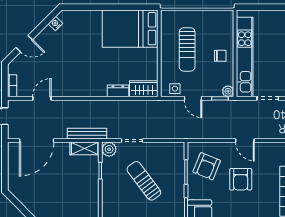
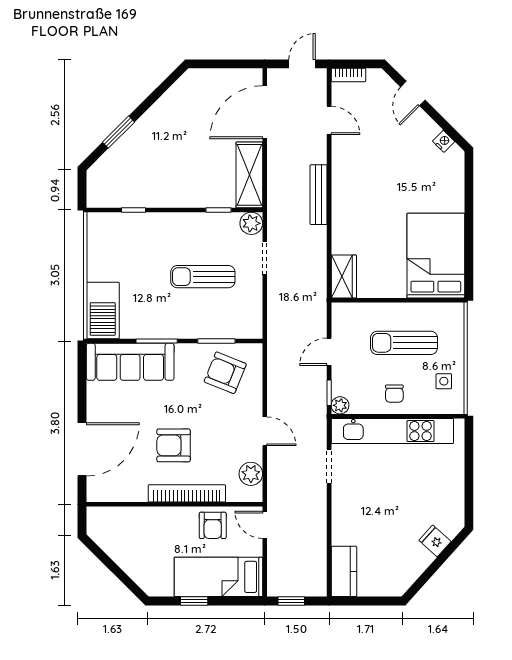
side table: (175, 89) -> (444, 381), moved
dresser: (118, 91) -> (340, 237), removed
bench: (87, 134) -> (319, 195), moved
door: (37, 140) -> (265, 112), hinge flipped
door: (245, 140) -> (265, 431), swing flipped
shelving: (85, 148) -> (249, 175), width x1.50, depth x1.33
plant: (273, 150) -> (251, 474), added
armchair: (241, 179) -> (174, 445), moved
sun lounger: (144, 181) -> (203, 277), turned -143

